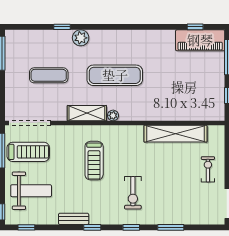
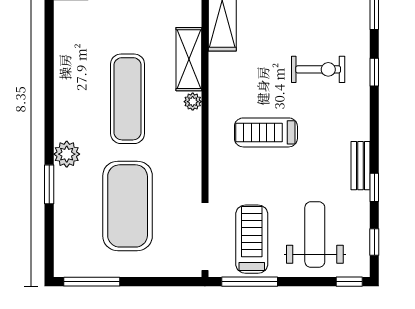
window: (62, 27) -> (49, 184), width x1.50
exercise mat: (49, 75) -> (128, 206), width x2.00, depth x1.45
shelving: (87, 113) -> (189, 59), moved
treadmill: (94, 161) -> (266, 132), turned 180
window: (92, 227) -> (374, 187), moved

